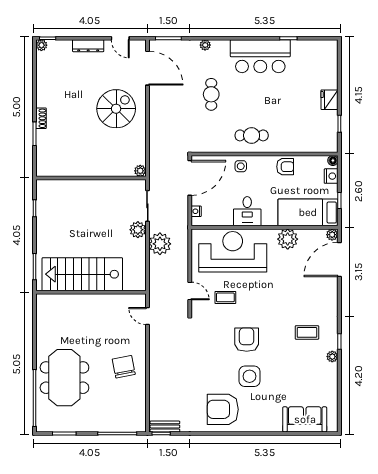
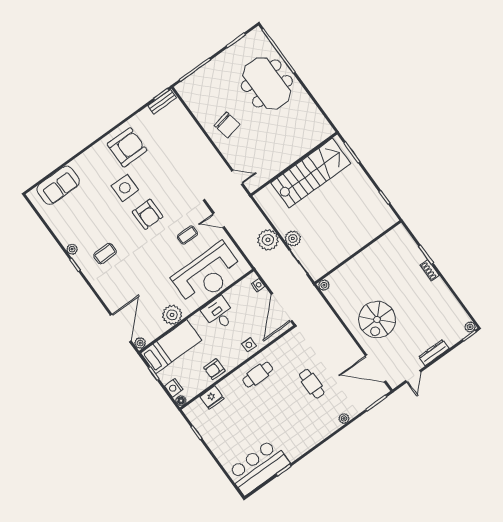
door: (120, 38) -> (413, 376), swing flipped
bar counter: (260, 56) -> (258, 467), moved
fridge: (329, 100) -> (212, 398), moved, turned 90

